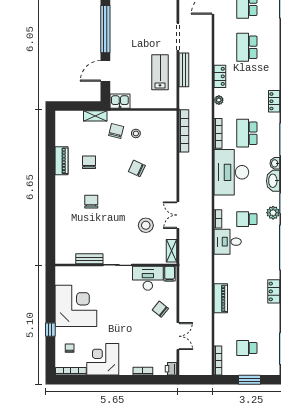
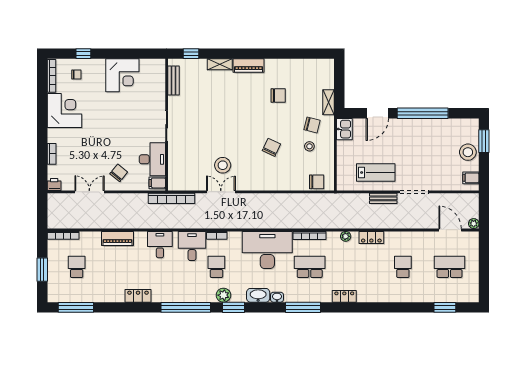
school desk: (247, 47) -> (403, 267), width x0.54
bench: (184, 70) -> (383, 198), width x0.73
door: (105, 71) -> (377, 113), swing flipped
bookcase: (184, 131) -> (172, 198), moved
piano: (61, 161) -> (249, 66), moved
chair: (91, 202) -> (317, 182), moved
stool: (146, 225) -> (223, 165), moved
window: (50, 243) -> (191, 54), added
shelving: (172, 251) -> (220, 64), moved
bench: (89, 259) -> (173, 80), moved
desk: (226, 271) -> (160, 245), added
piano: (221, 298) -> (117, 238), moved
corner desk: (76, 306) -> (122, 75), width x0.74, depth x0.74
window: (50, 330) -> (83, 54), moved
double door: (178, 336) -> (89, 192), swing flipped

